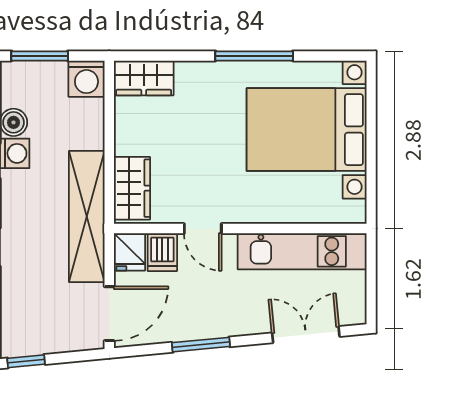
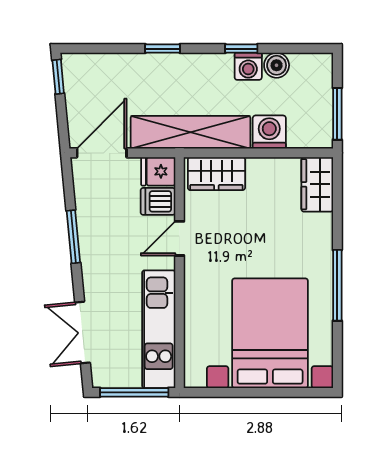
window: (40, 56) -> (337, 114), moved
washing machine: (86, 79) -> (269, 132), moved, turned 90
window: (371, 278) -> (134, 392), added
door: (109, 314) -> (102, 153), swing flipped
double door: (306, 335) -> (82, 333), swing flipped

